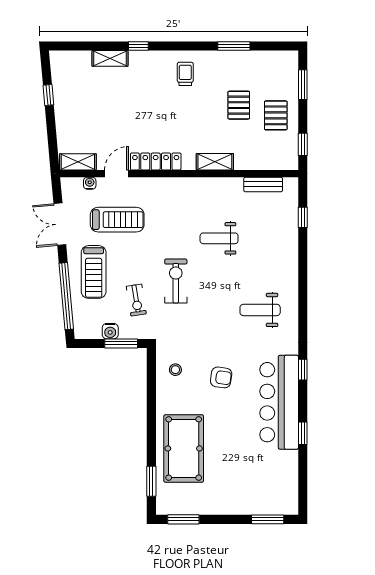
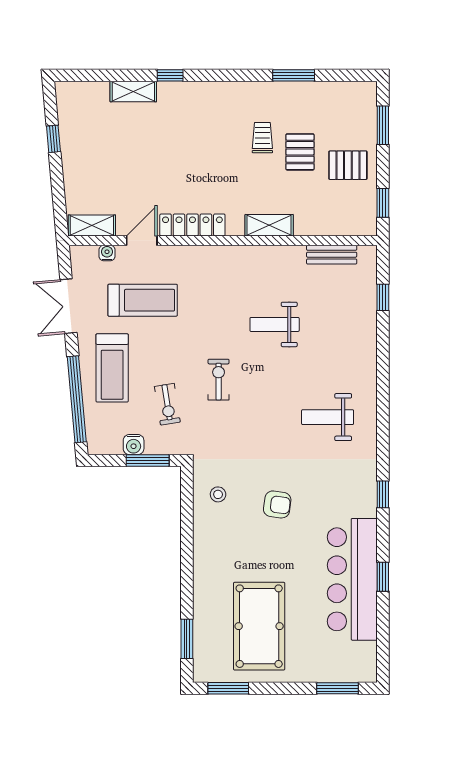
trolley: (185, 74) -> (262, 138), moved
pallet: (276, 115) -> (348, 165), turned 90
exercise bike: (176, 281) -> (219, 380), width x0.73, depth x0.72
bar counter: (279, 402) -> (352, 579), moved
pool table: (184, 448) -> (259, 626), moved

